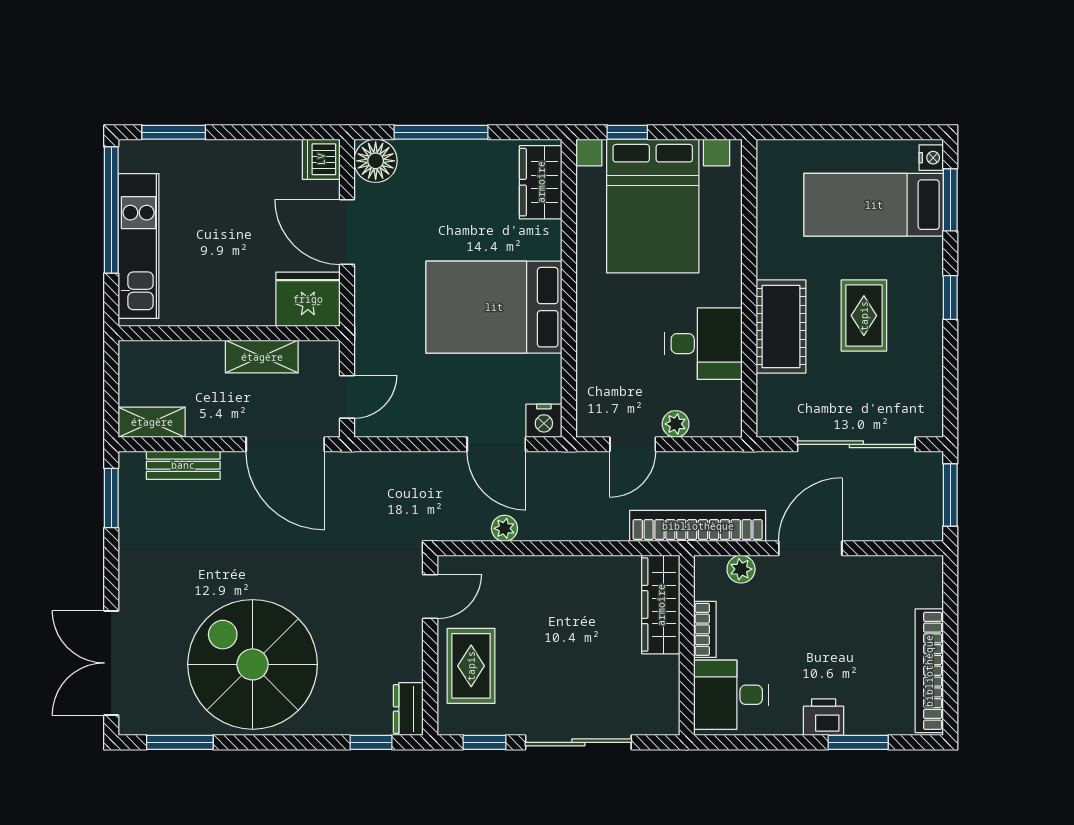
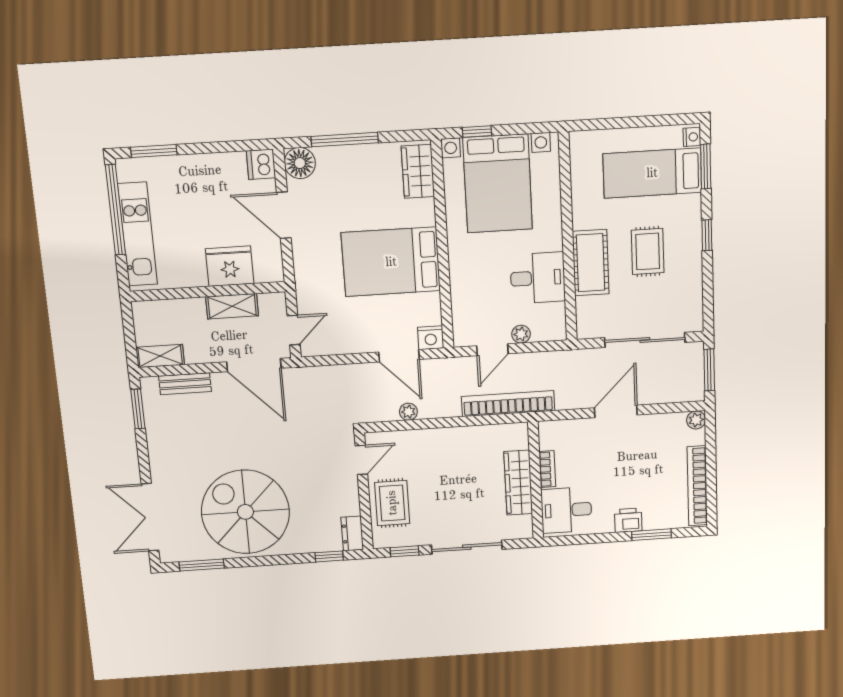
fridge: (308, 299) -> (230, 266), moved
bookcase: (698, 526) -> (508, 404), moved
plant: (741, 569) -> (696, 420), moved
wardrobe: (661, 605) -> (518, 483), moved

